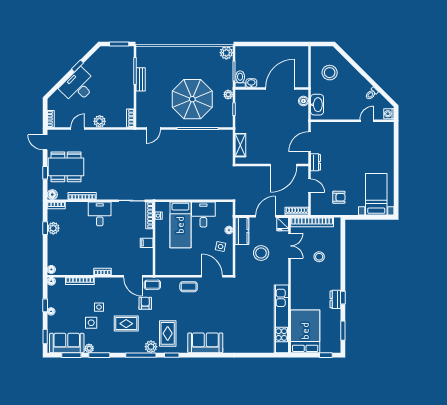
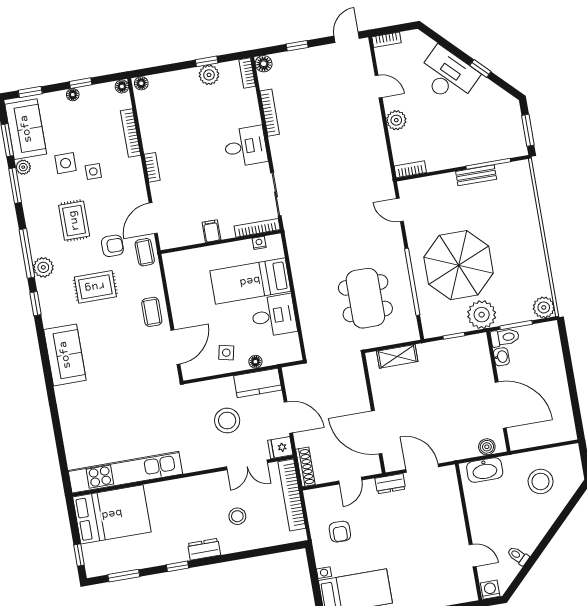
plant: (228, 95) -> (482, 315), width x1.87, depth x1.87
dining table: (66, 167) -> (365, 298), moved
dresser: (335, 299) -> (204, 549), moved
rug: (168, 333) -> (95, 287), moved

